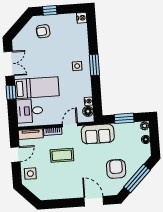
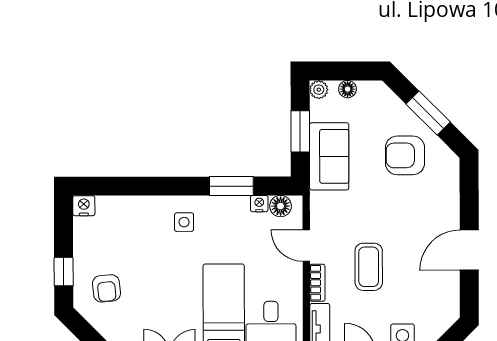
window: (94, 65) -> (231, 186), moved
sofa: (98, 134) -> (329, 156), moved
window: (137, 179) -> (428, 113), width x0.69
door: (94, 201) -> (469, 250), moved

